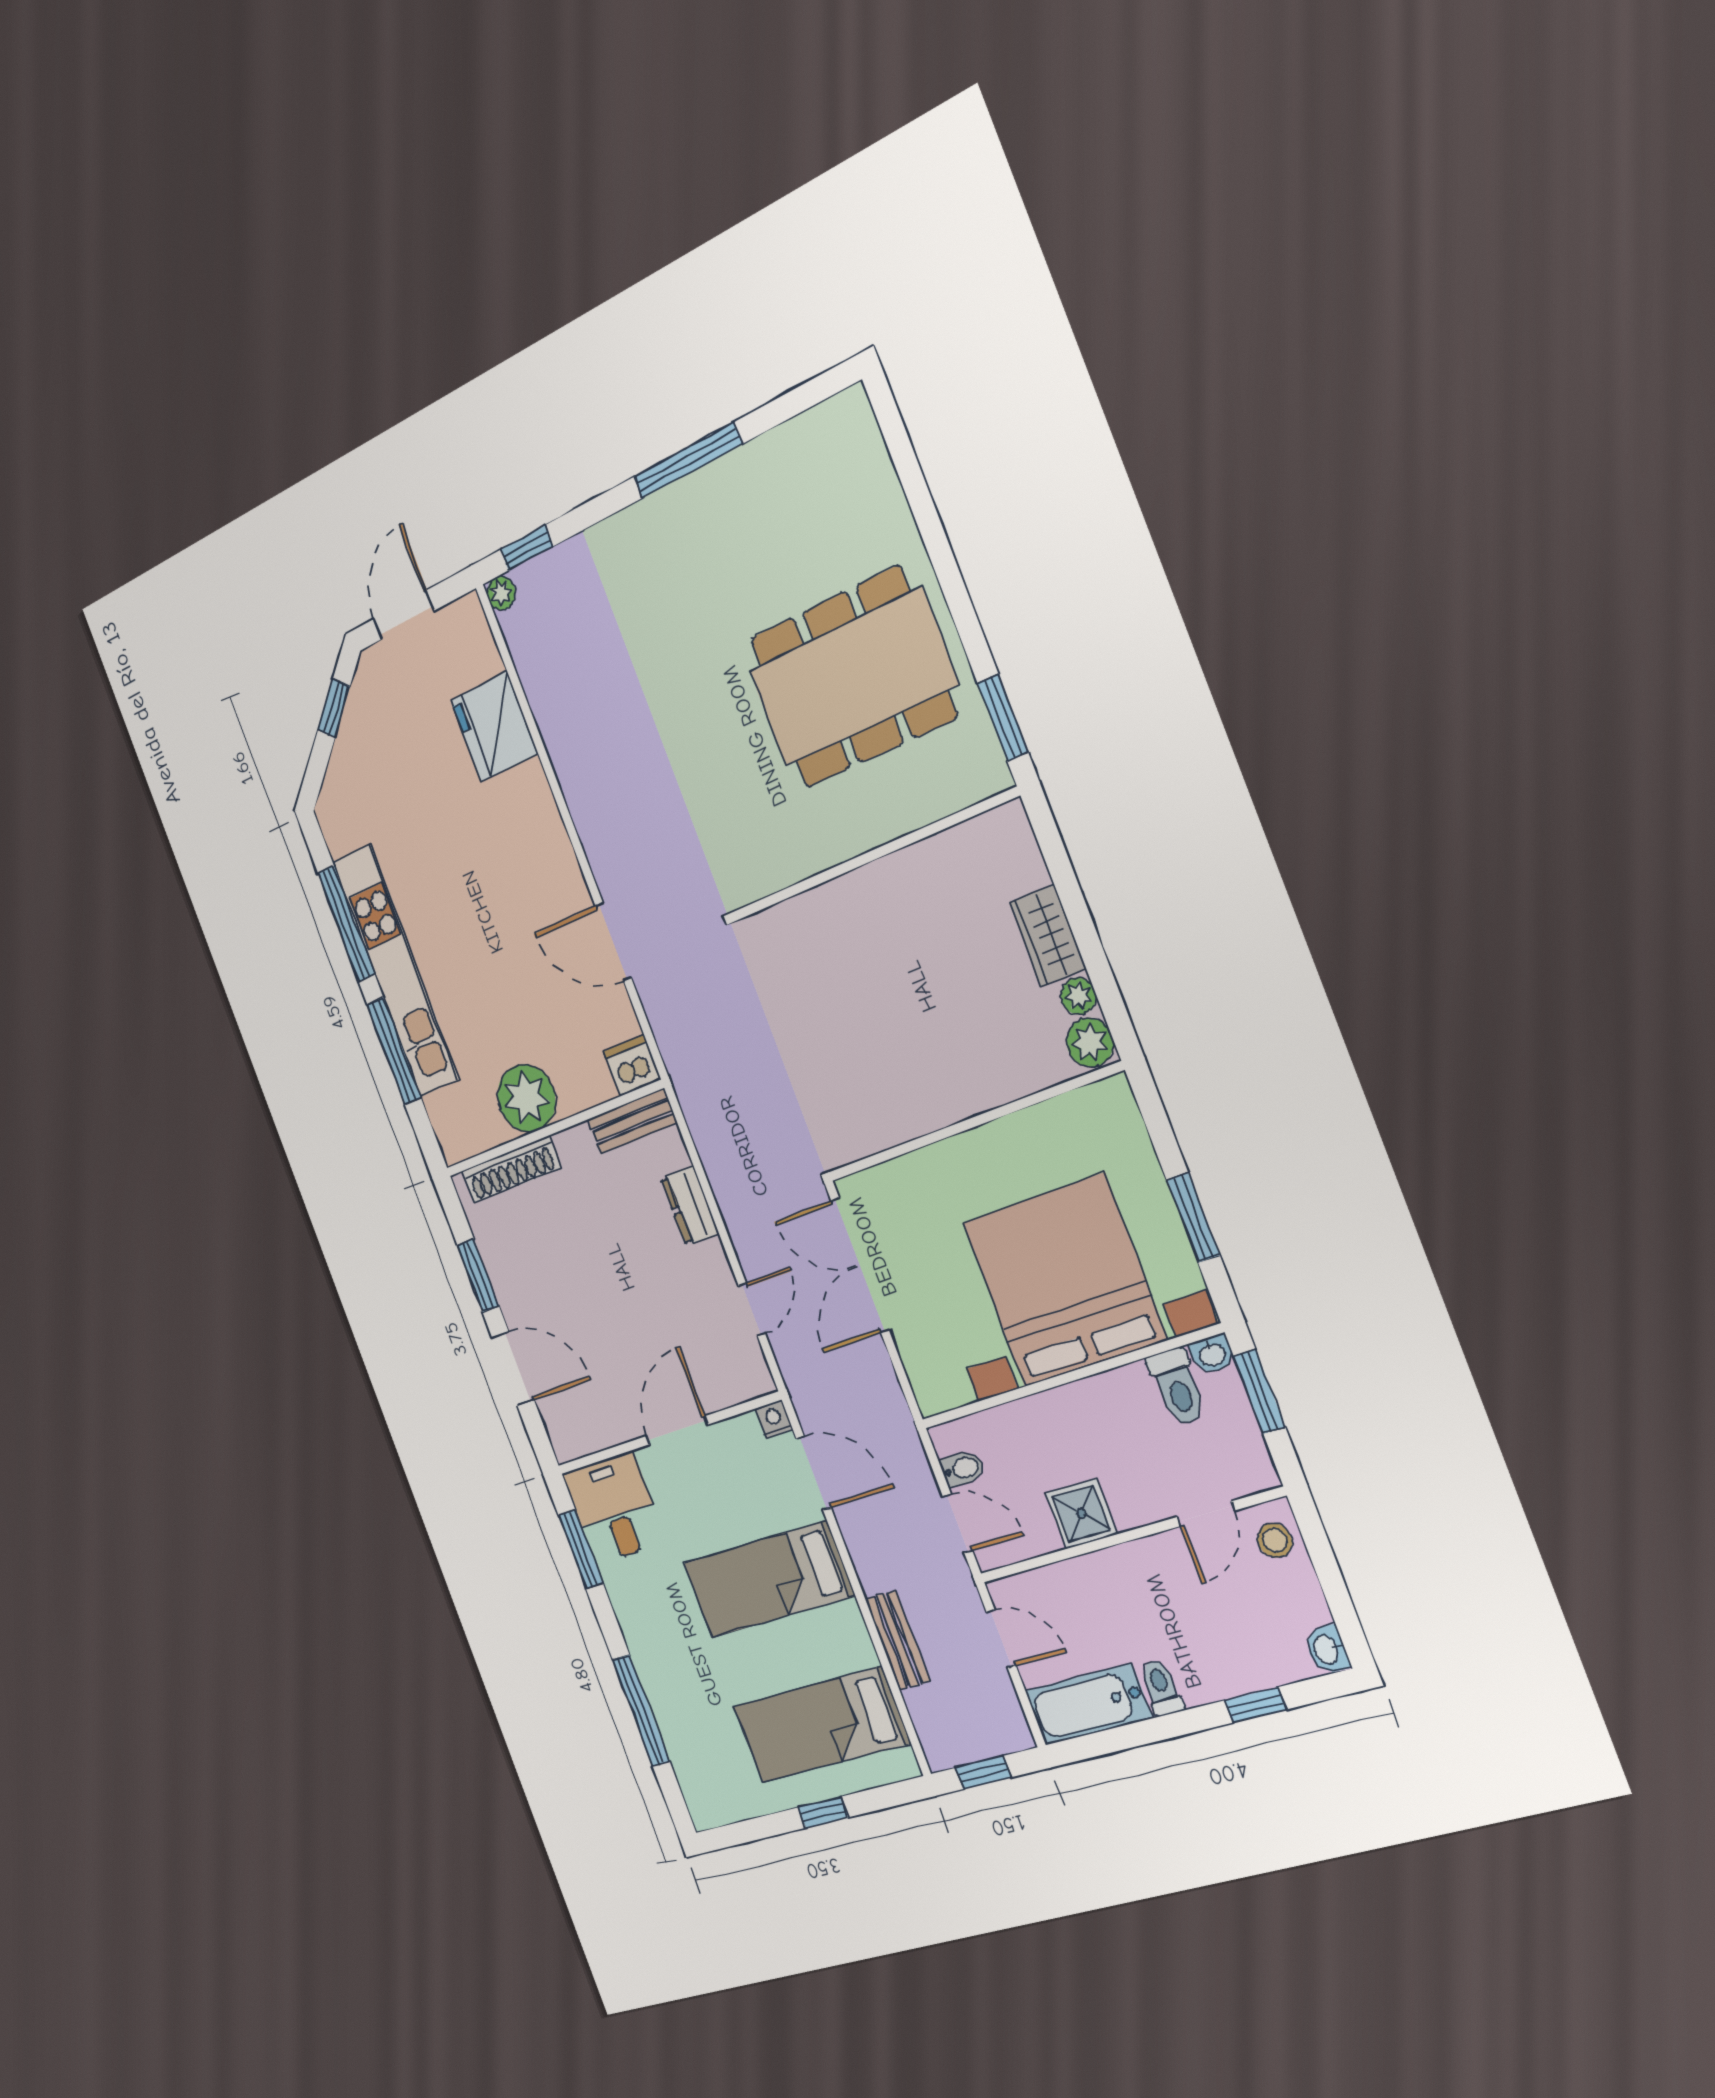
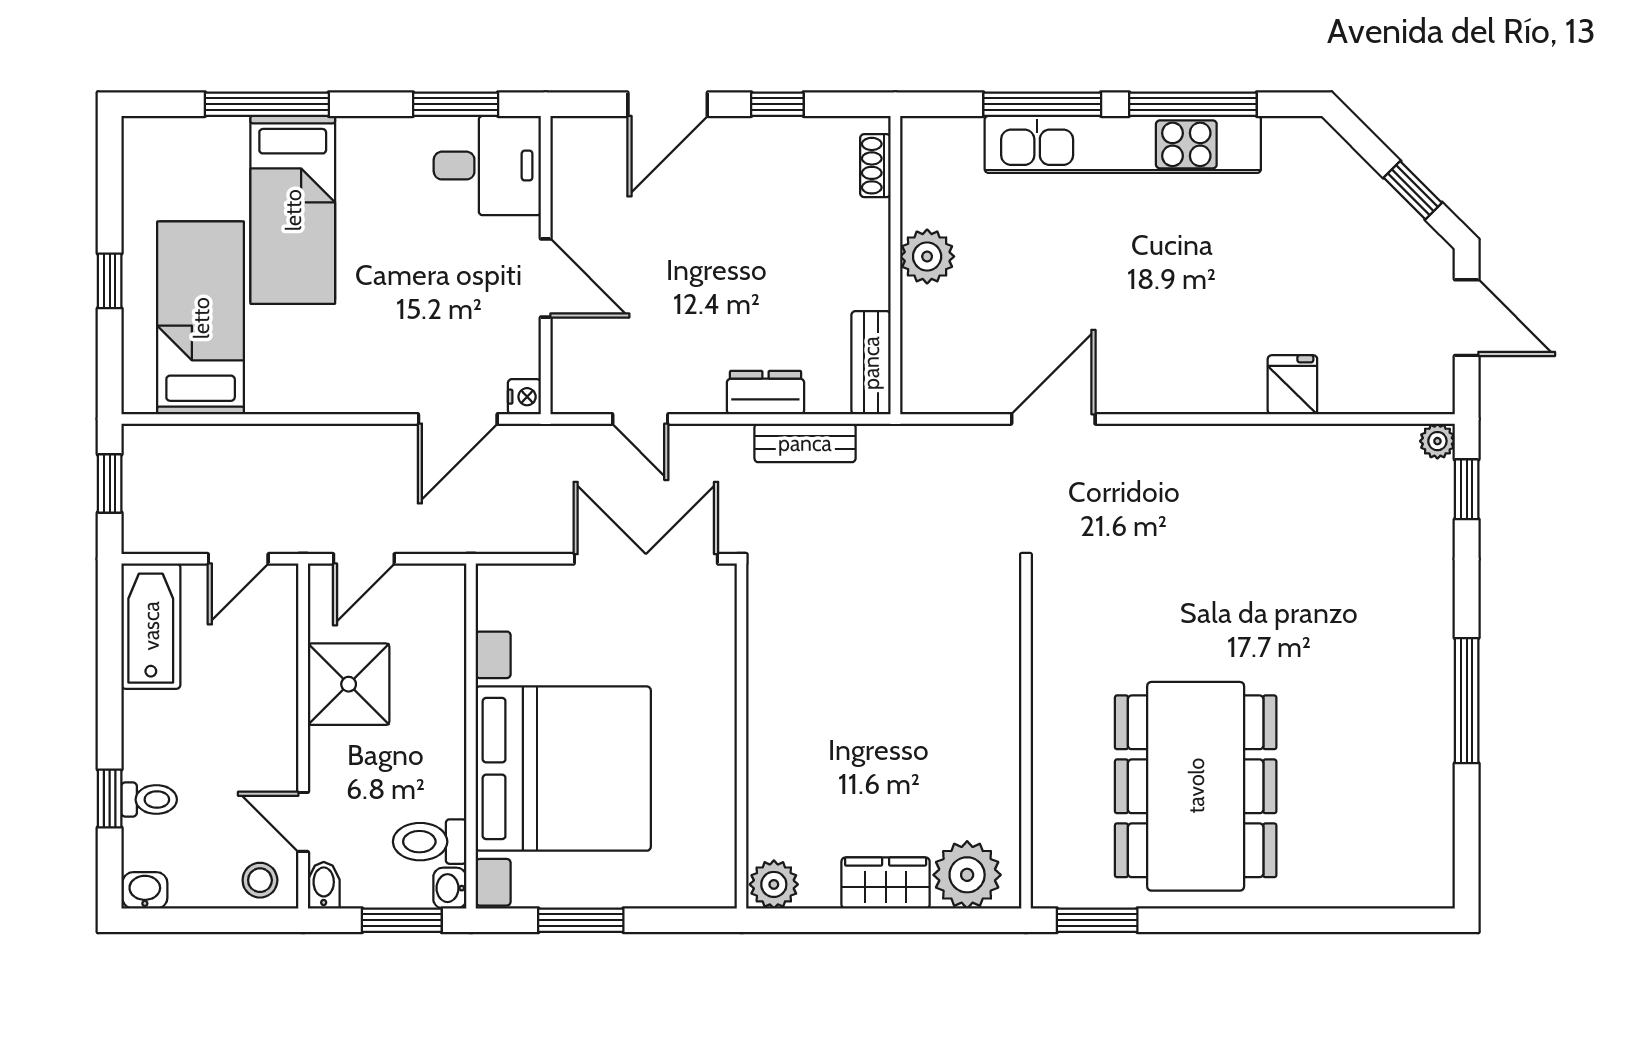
fridge: (494, 727) -> (1292, 385), width x0.53, depth x0.75
plant: (1078, 996) -> (967, 875), moved, width x1.88, depth x1.88
dishwasher: (632, 1065) -> (925, 387), removed
plant: (526, 1098) -> (927, 256), width x0.73, depth x0.73
shoe rack: (511, 1170) -> (875, 166), width x0.51, depth x0.81
window: (478, 1275) -> (777, 104), width x0.67
bidet: (962, 1468) -> (324, 885), moved, turned 180
shower: (1081, 1514) -> (349, 684), width x1.36, depth x1.36
bed: (769, 1579) -> (293, 210), moved, turned 180
bench: (897, 1640) -> (805, 443), moved
toilet: (1161, 1688) -> (149, 800), moved

